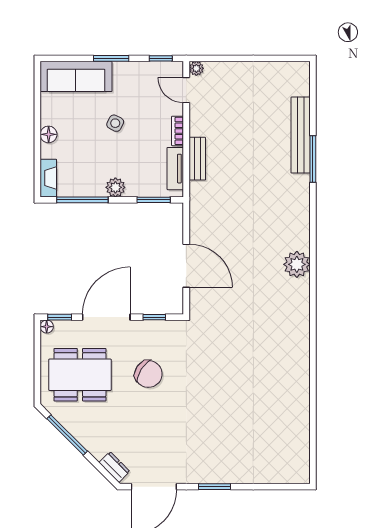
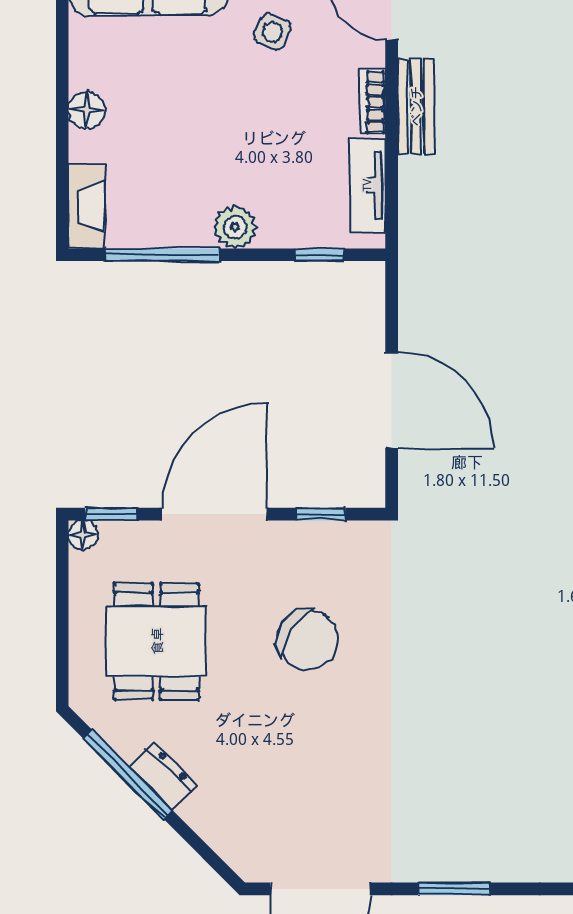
side table: (115, 123) -> (272, 32), moved
bench: (197, 159) -> (416, 106), moved
window: (154, 200) -> (319, 255), width x0.67
dining table: (80, 375) -> (157, 641), width x0.73
dresser: (114, 467) -> (163, 776), moved

